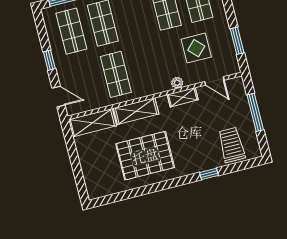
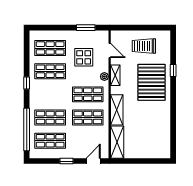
shop shelf: (147, 66) -> (88, 94), added
door: (214, 81) -> (110, 50), hinge flipped
window: (255, 112) -> (139, 28), removed
trolley: (232, 145) -> (144, 46), moved
pallet: (145, 156) -> (152, 82), moved

